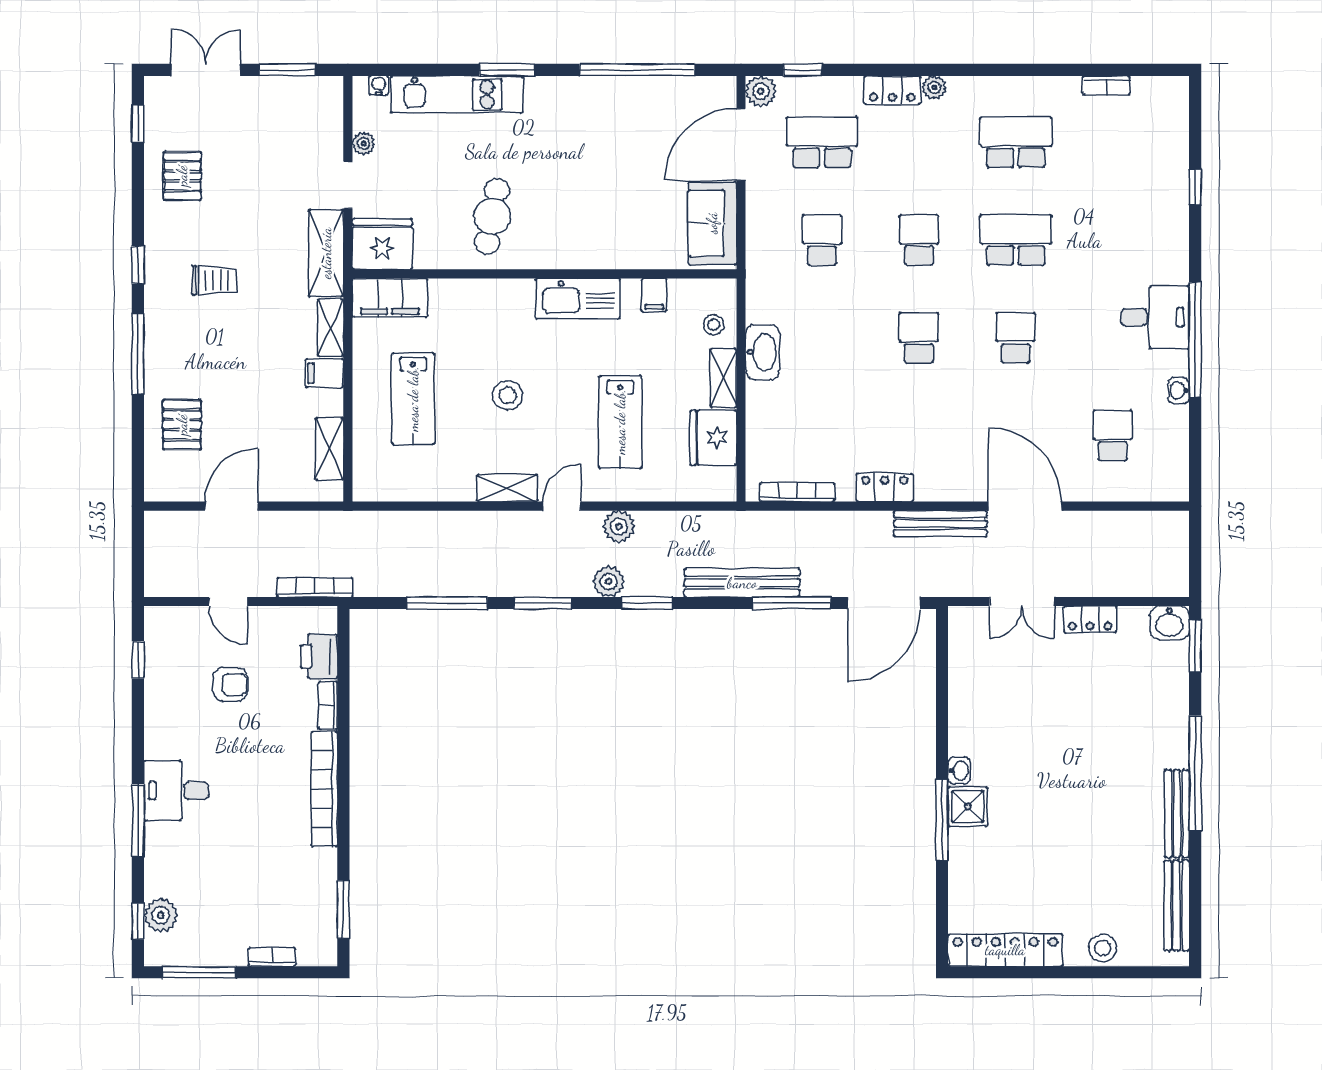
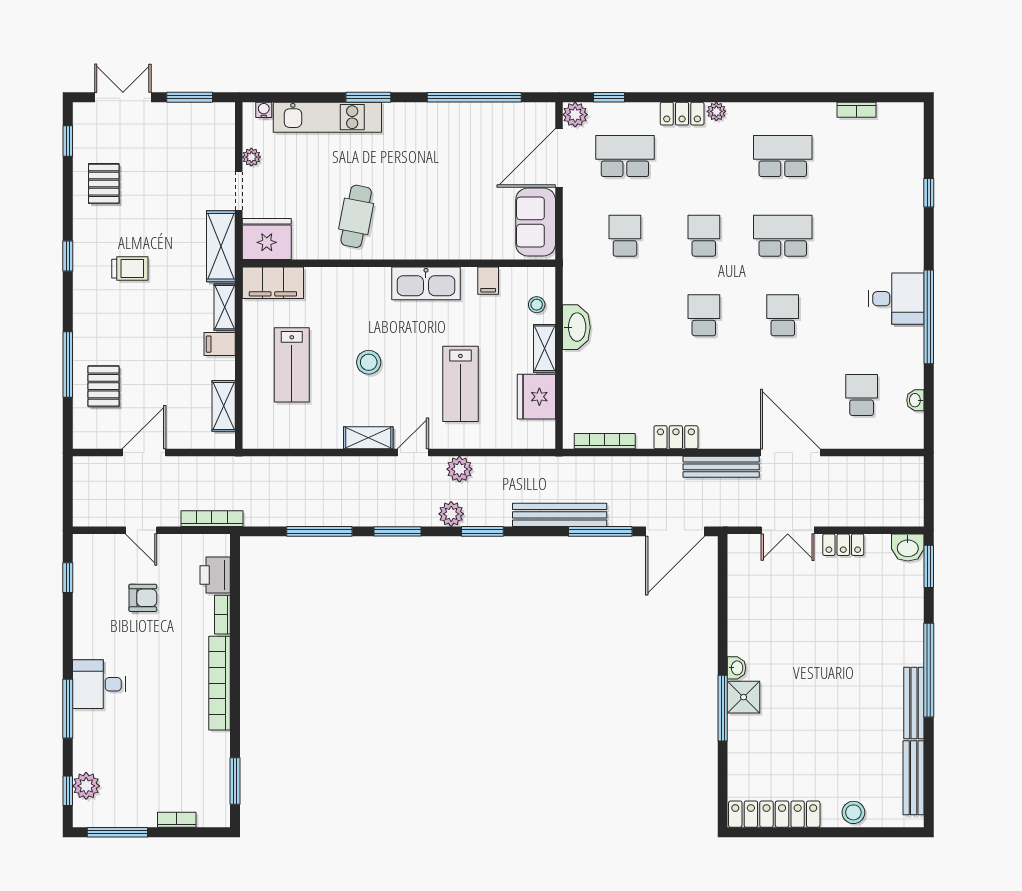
window: (138, 354) -> (68, 365), moved
washbasin: (1179, 391) -> (915, 400), moved

